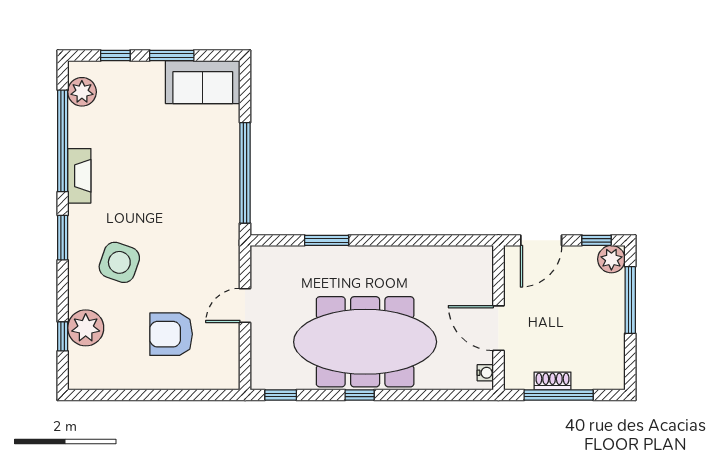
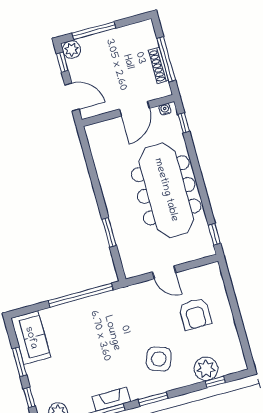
shoe rack: (553, 381) -> (158, 66), width x1.43
window: (360, 395) -> (184, 123), moved

